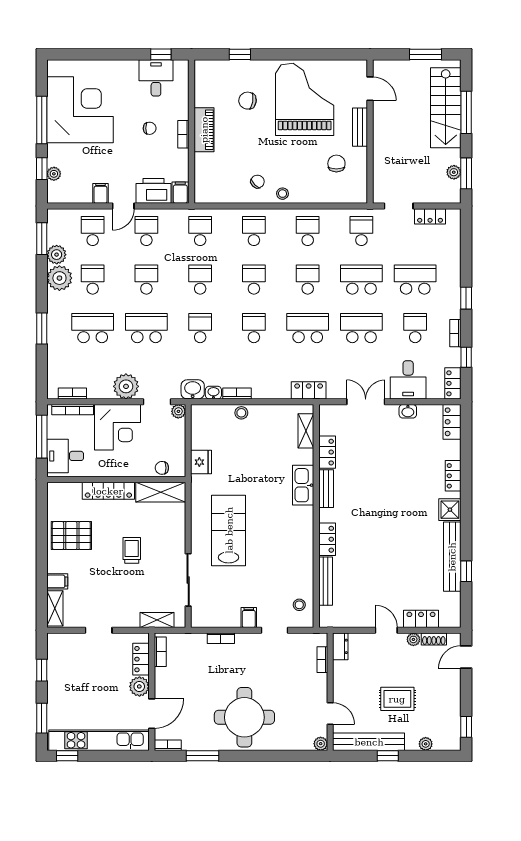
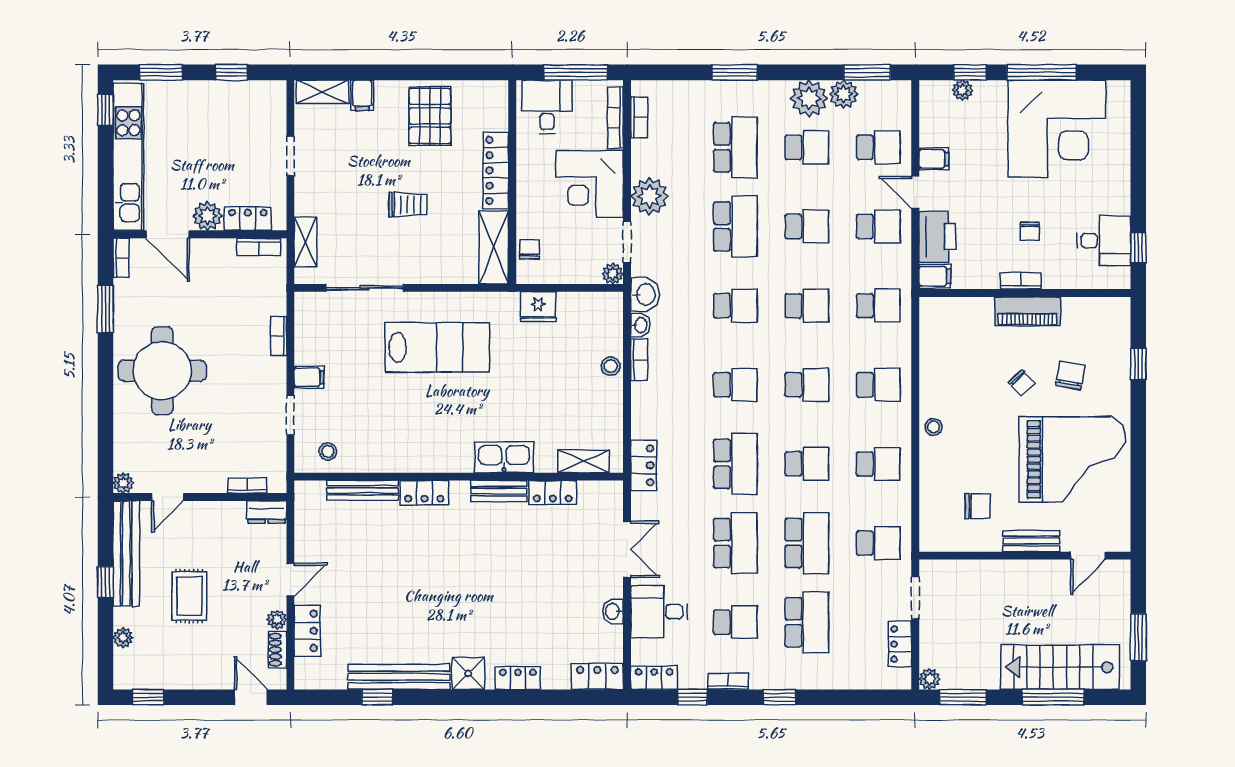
plant: (454, 172) -> (929, 679), moved
chair: (257, 182) -> (1022, 383), moved

